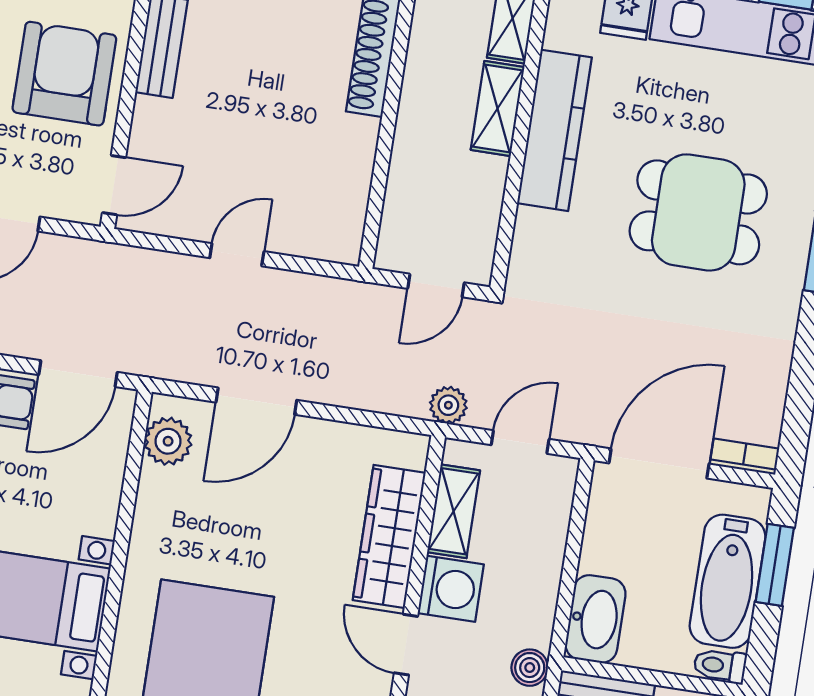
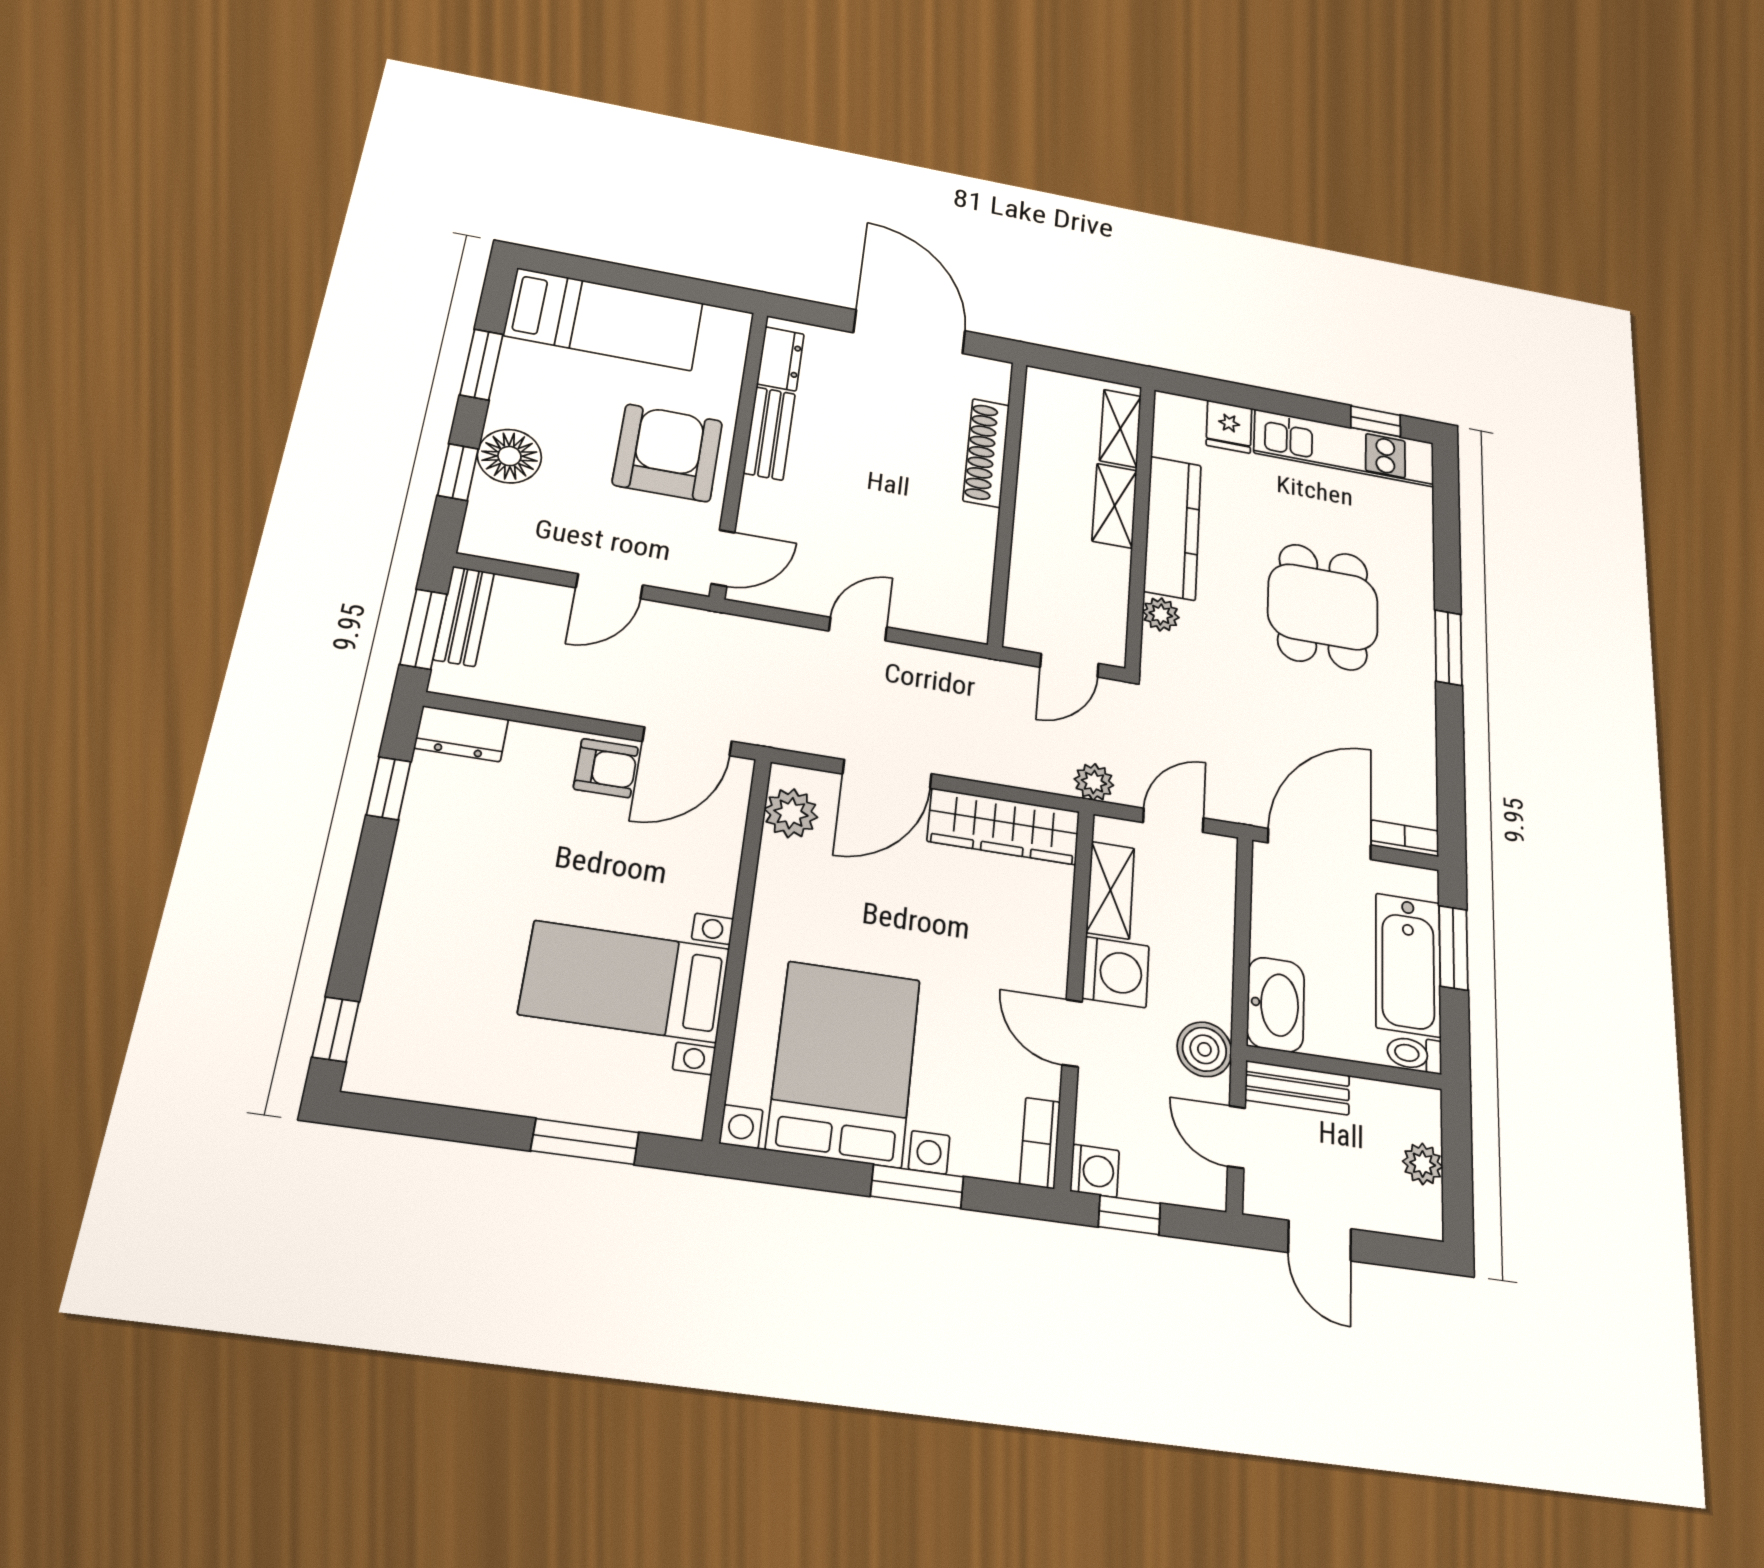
dining table: (698, 212) -> (1323, 607), turned 90
plant: (532, 228) -> (1161, 614), added
wardrobe: (389, 536) -> (1004, 826), moved, turned -90
boiler: (530, 668) -> (1204, 1049), width x1.36, depth x1.36

